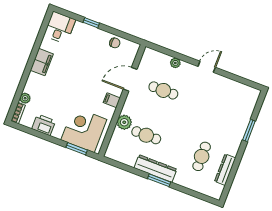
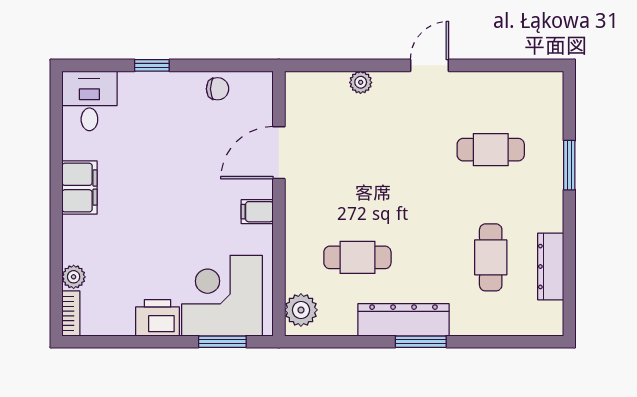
cafe table: (163, 90) -> (491, 150), moved
plant: (124, 122) -> (301, 310), moved
printer: (44, 125) -> (157, 318), moved

